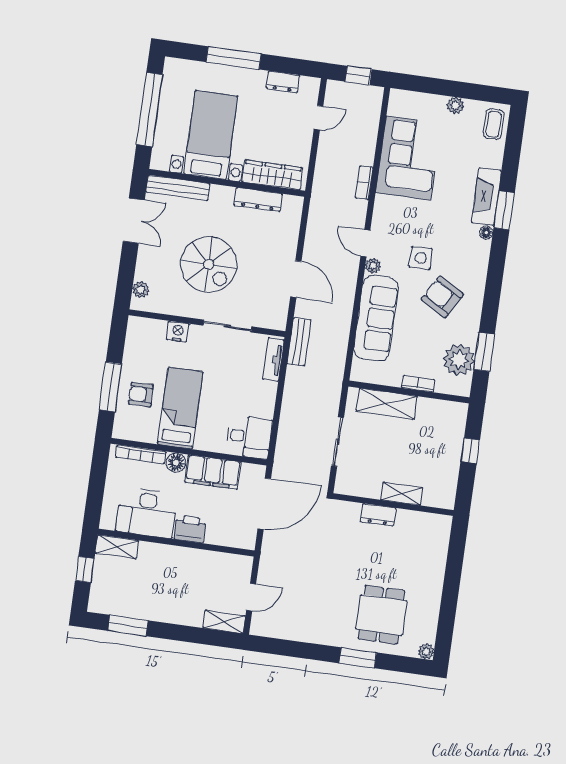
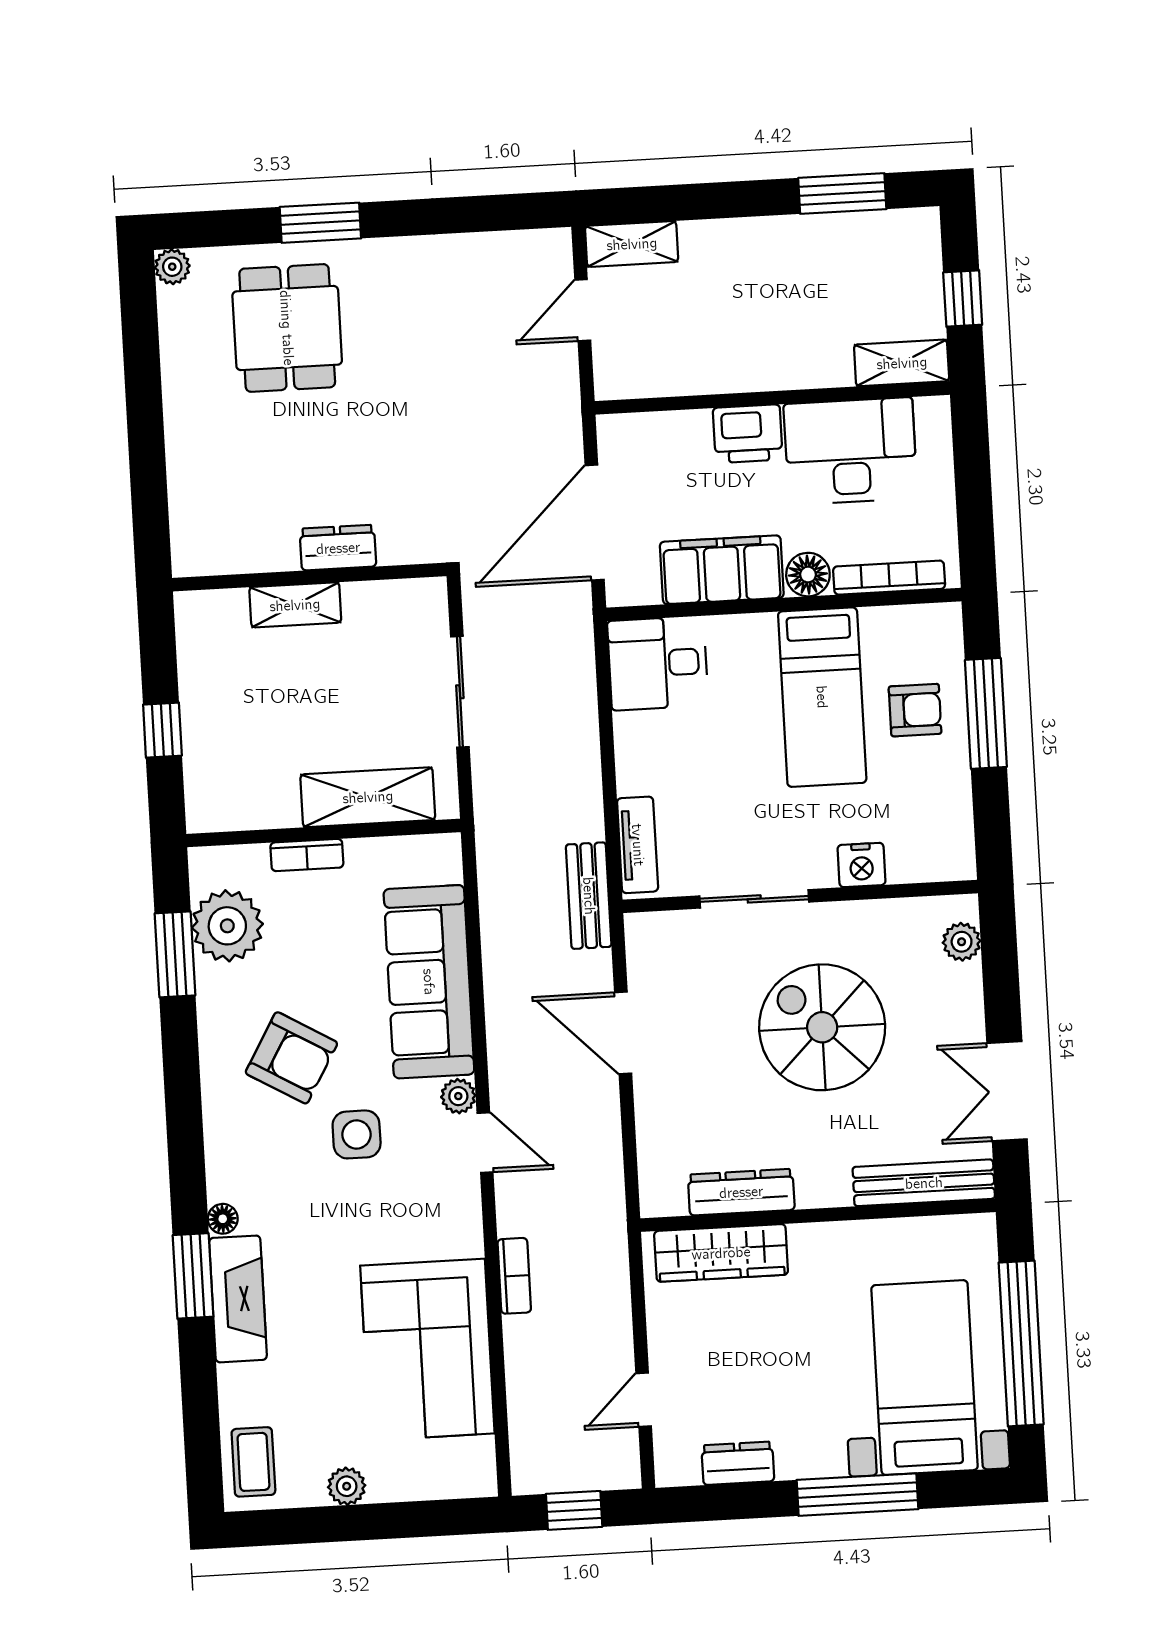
bed with nightstands: (211, 135) -> (925, 1378), moved, turned 180

